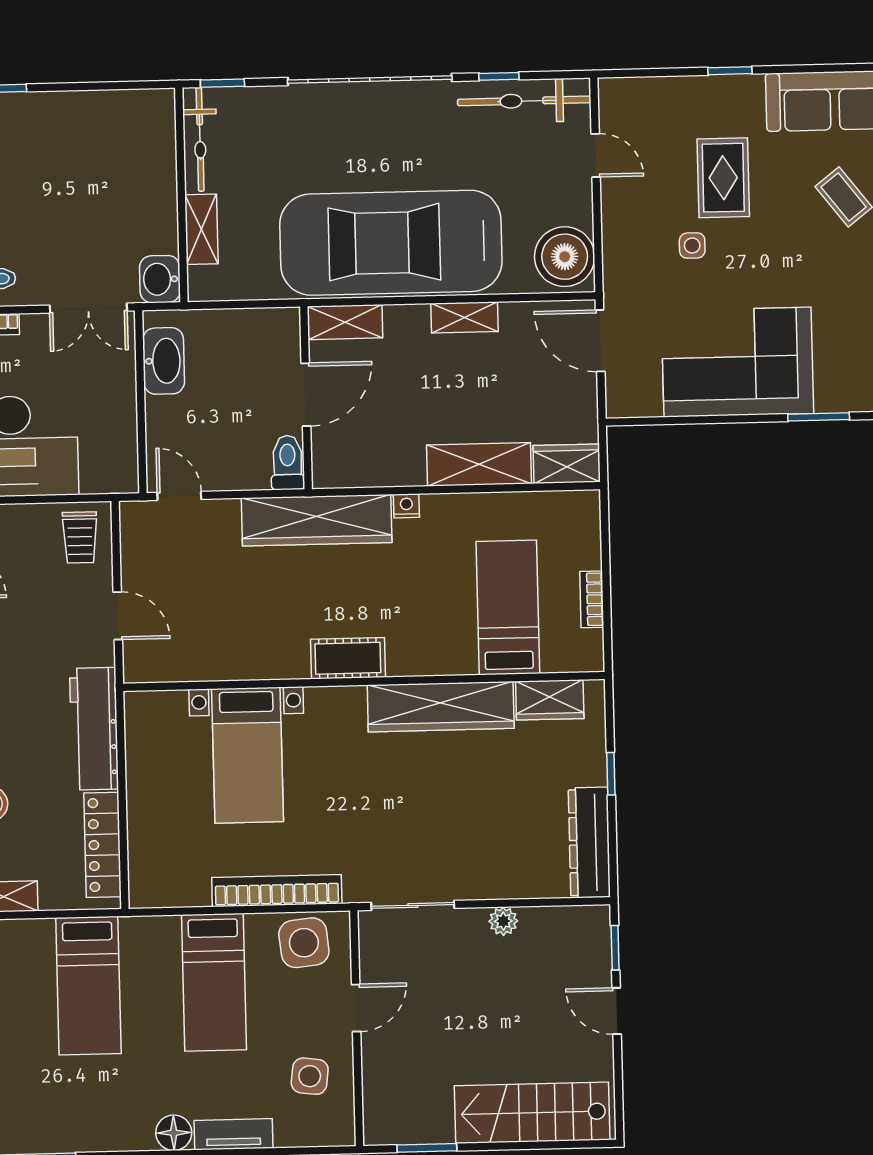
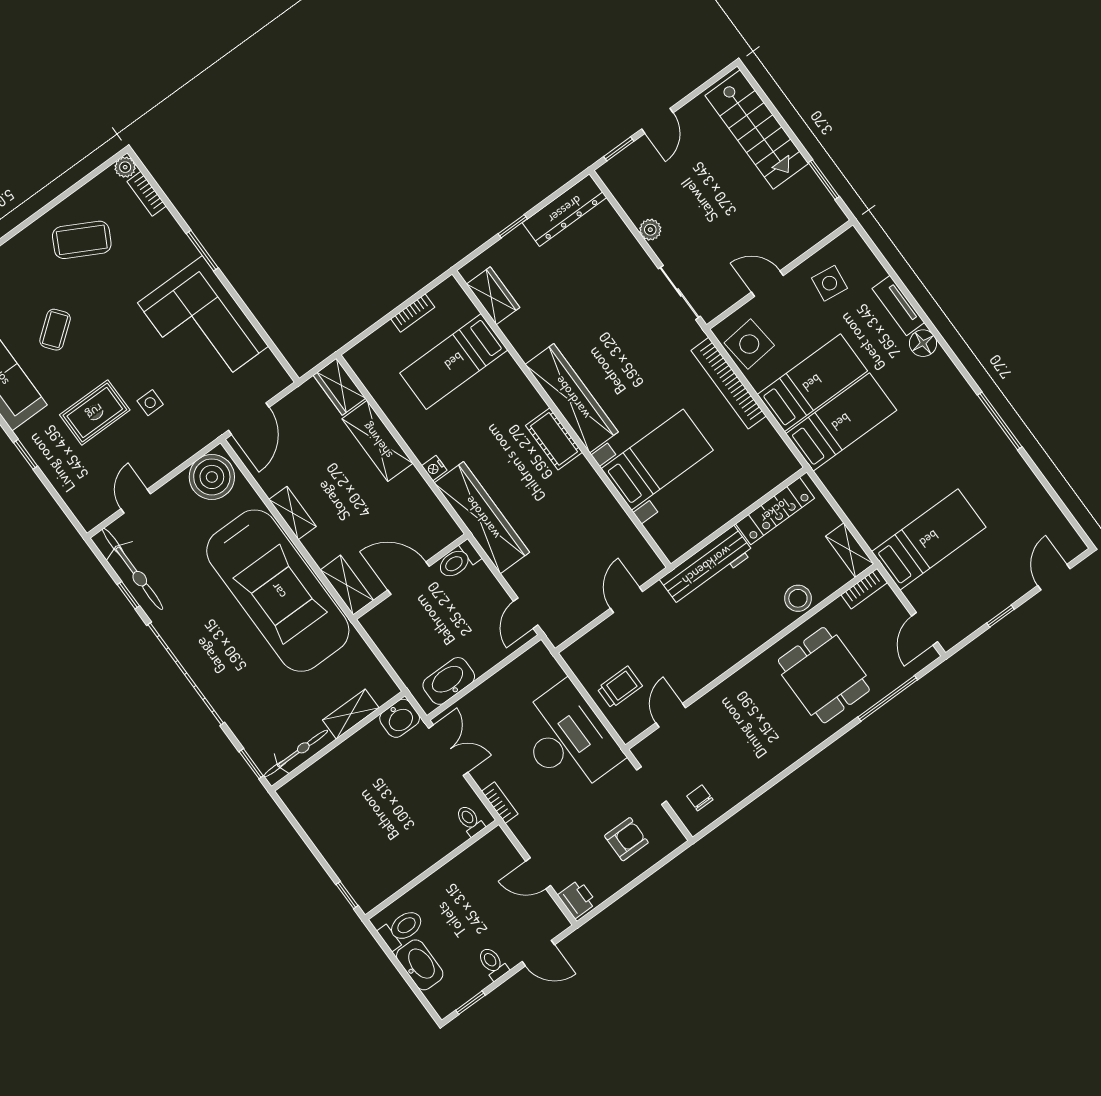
trolley: (80, 537) -> (620, 687), moved
wardrobe: (441, 707) -> (572, 398), moved
bed: (88, 986) -> (841, 422), moved

